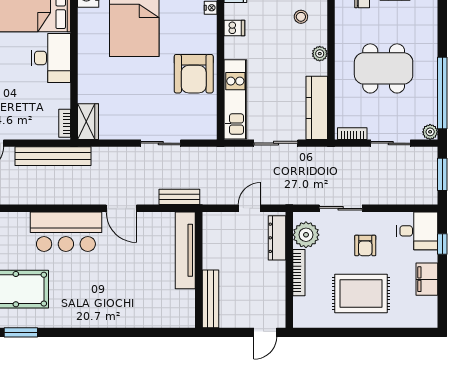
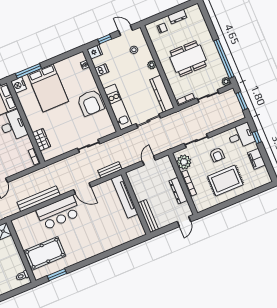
wardrobe: (88, 122) -> (41, 140), moved
bench: (53, 156) -> (39, 199), moved
dresser: (277, 238) -> (178, 191), moved

